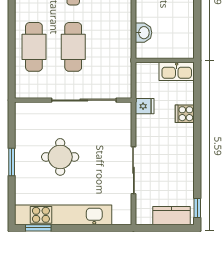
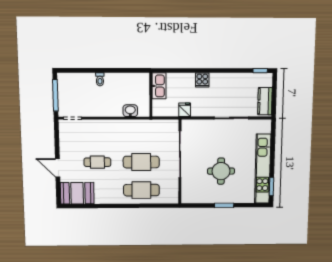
cooker: (185, 114) -> (202, 80), moved
kitchen counter: (171, 216) -> (265, 101), moved

